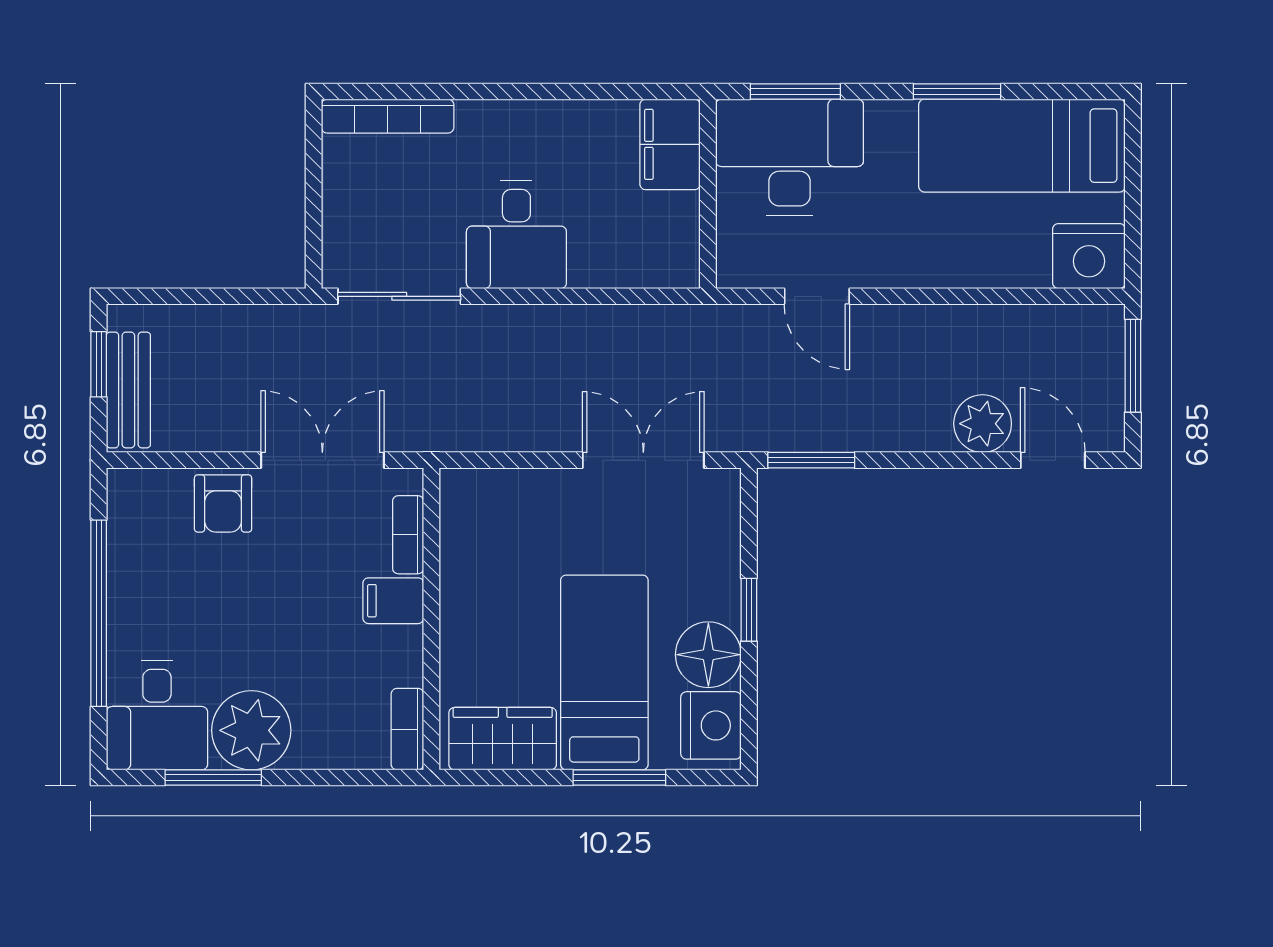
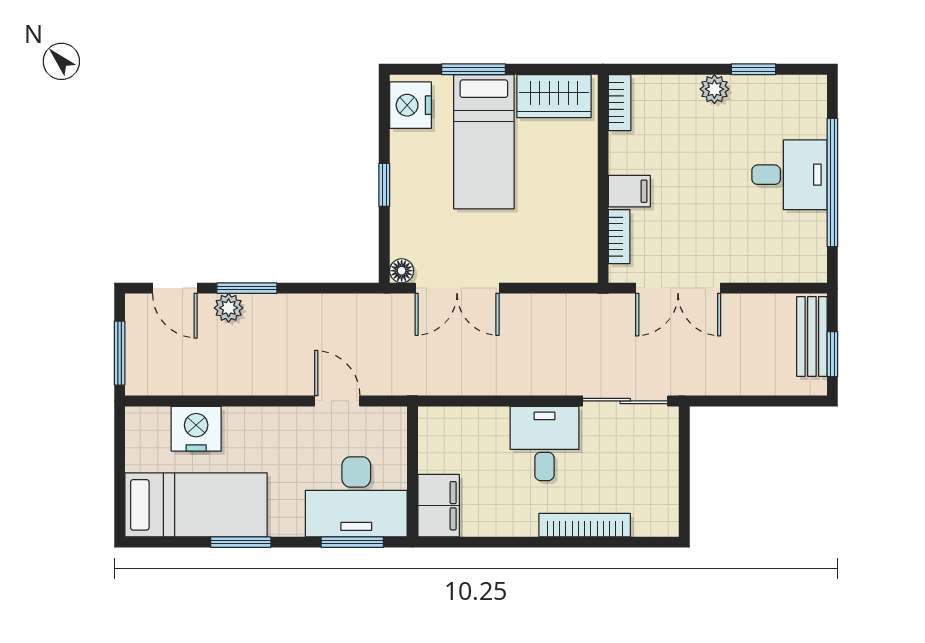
bookcase: (388, 116) -> (585, 525), moved
nightstand: (1089, 256) -> (196, 429), moved
plant: (983, 424) -> (229, 308), width x0.73, depth x0.73
window: (811, 460) -> (247, 288), moved
armchair: (223, 503) -> (747, 258), removed
floor lamp: (708, 655) -> (402, 271), moved, width x0.53, depth x0.53
desk: (157, 715) -> (789, 175), moved, turned 90
plant: (251, 730) -> (714, 89), width x0.53, depth x0.53
window: (213, 778) -> (753, 69), width x0.67

